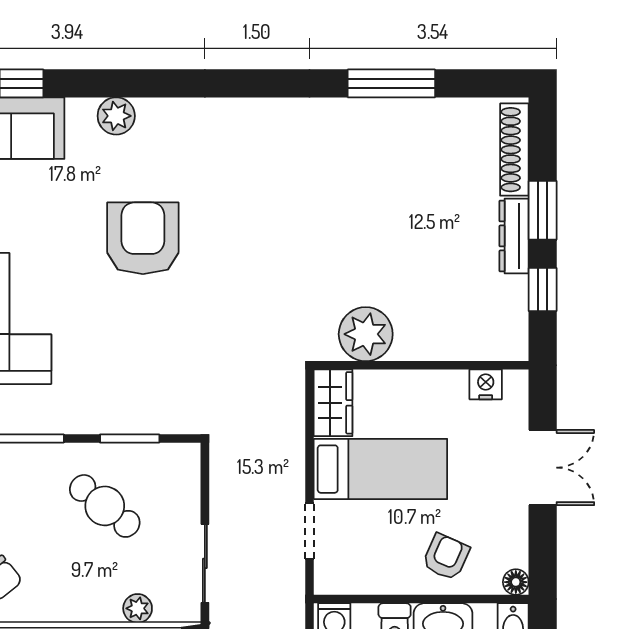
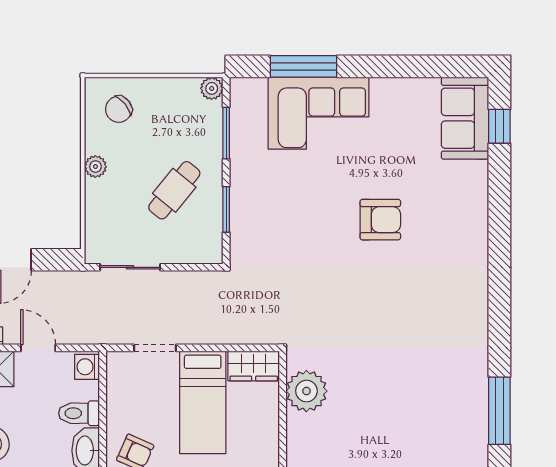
plant: (116, 116) -> (474, 199), removed
armchair: (143, 238) -> (380, 220), width x0.73, depth x0.73
plant: (138, 608) -> (95, 167), moved

